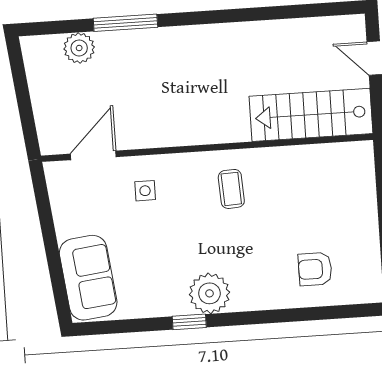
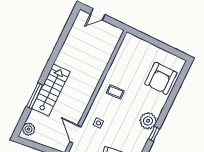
plant: (79, 48) -> (29, 129), moved
stairs: (311, 115) -> (51, 90), moved, turned 180
armchair: (315, 269) -> (161, 78), width x1.88, depth x1.88

